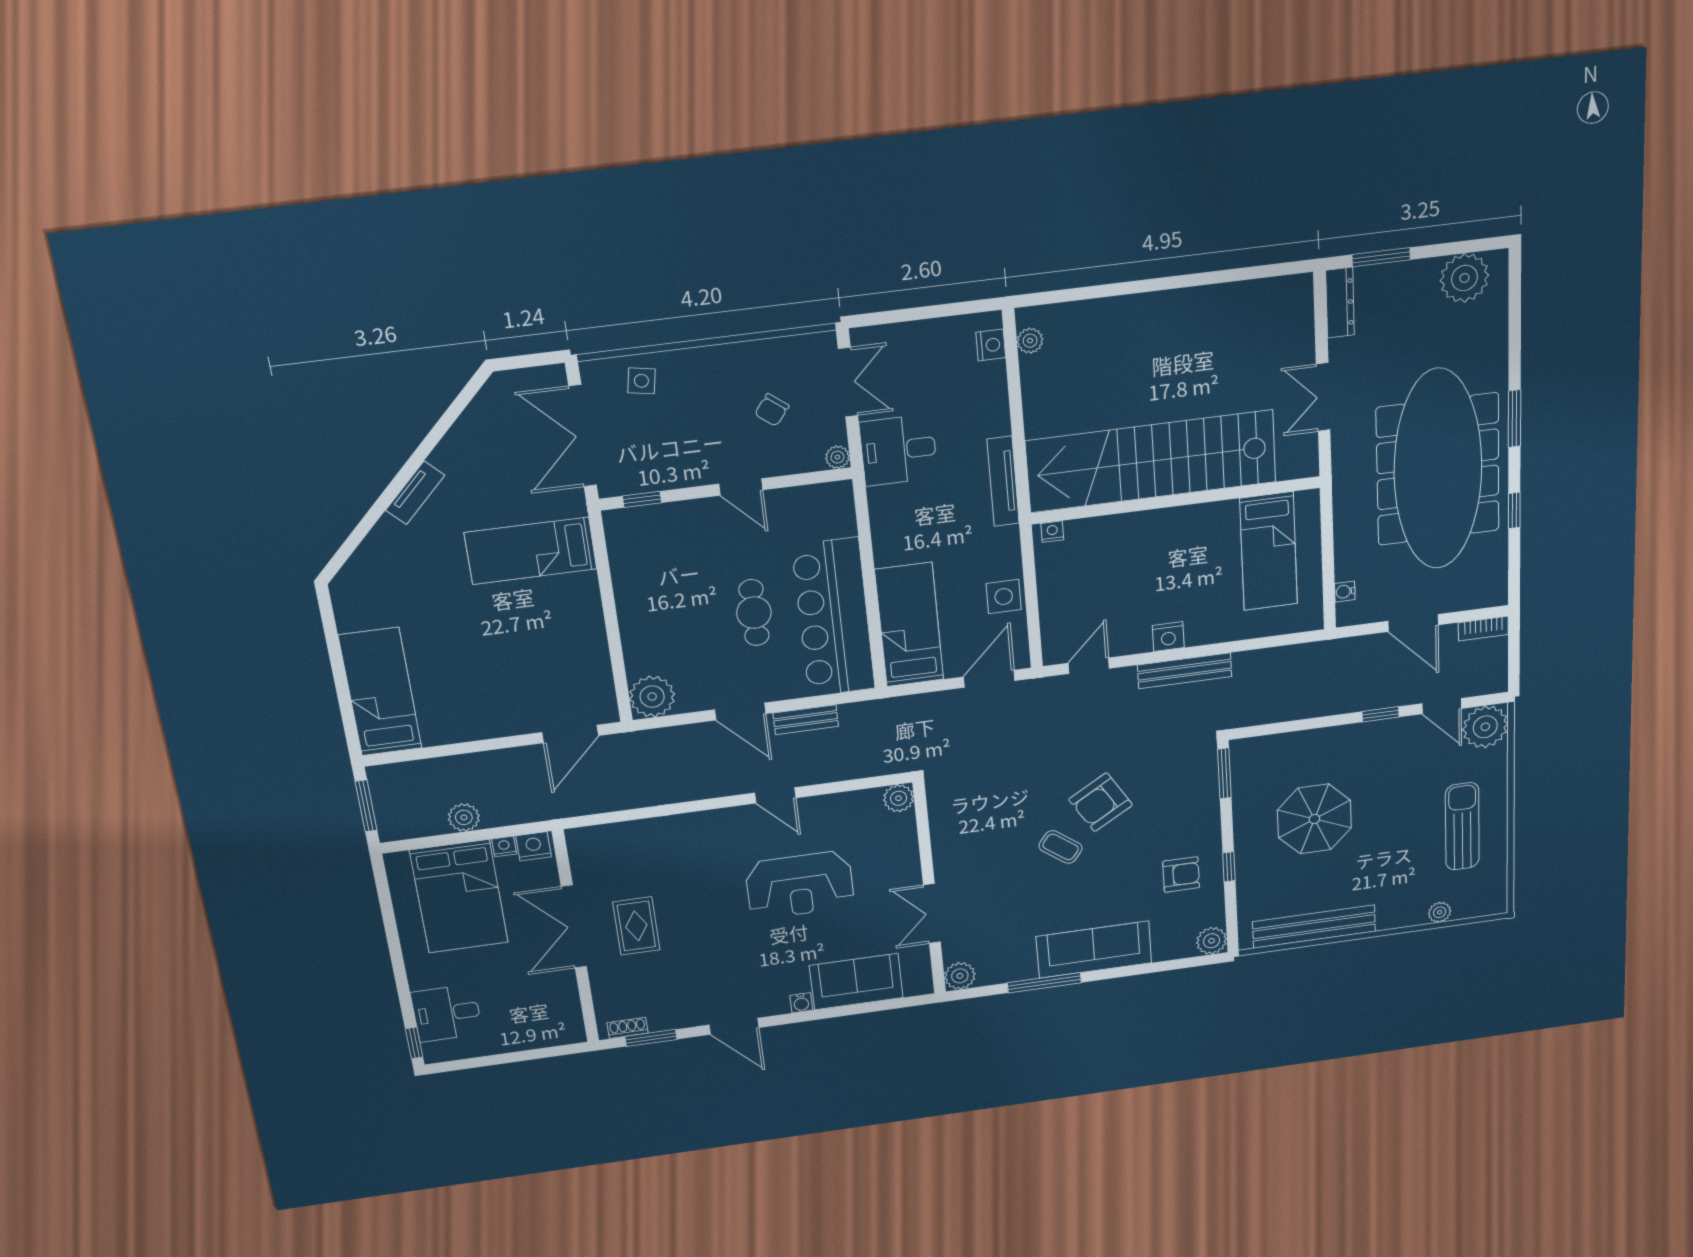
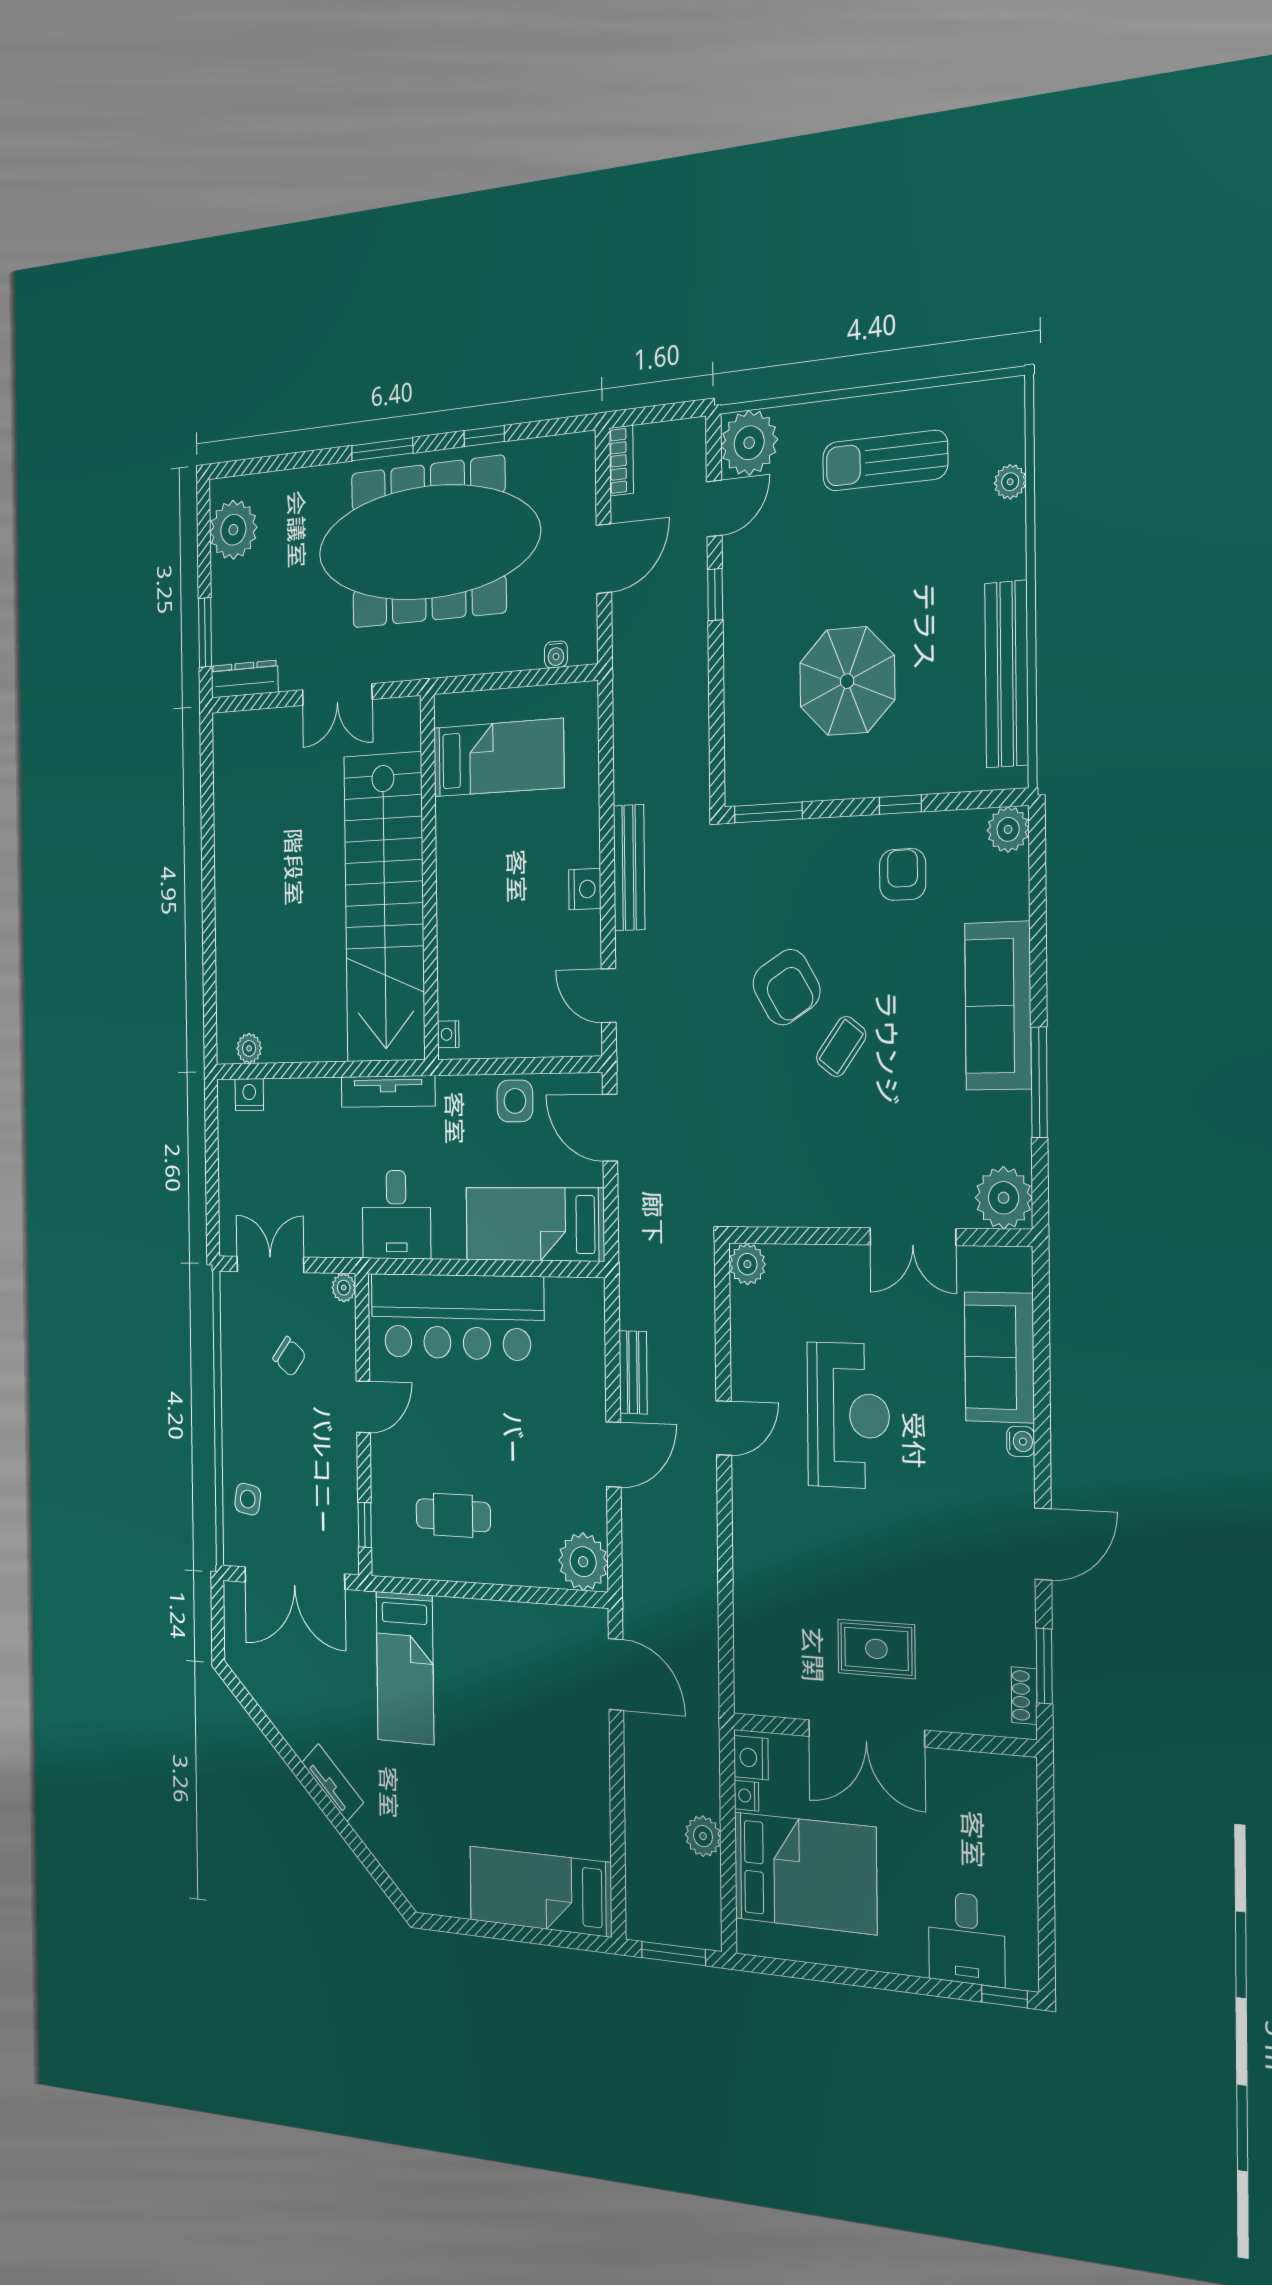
desk: (898, 450) -> (396, 1215), moved
cafe table: (754, 613) -> (453, 1515), moved
bar counter: (834, 618) -> (457, 1317), moved
plant: (960, 976) -> (1004, 1198), width x1.36, depth x1.36

